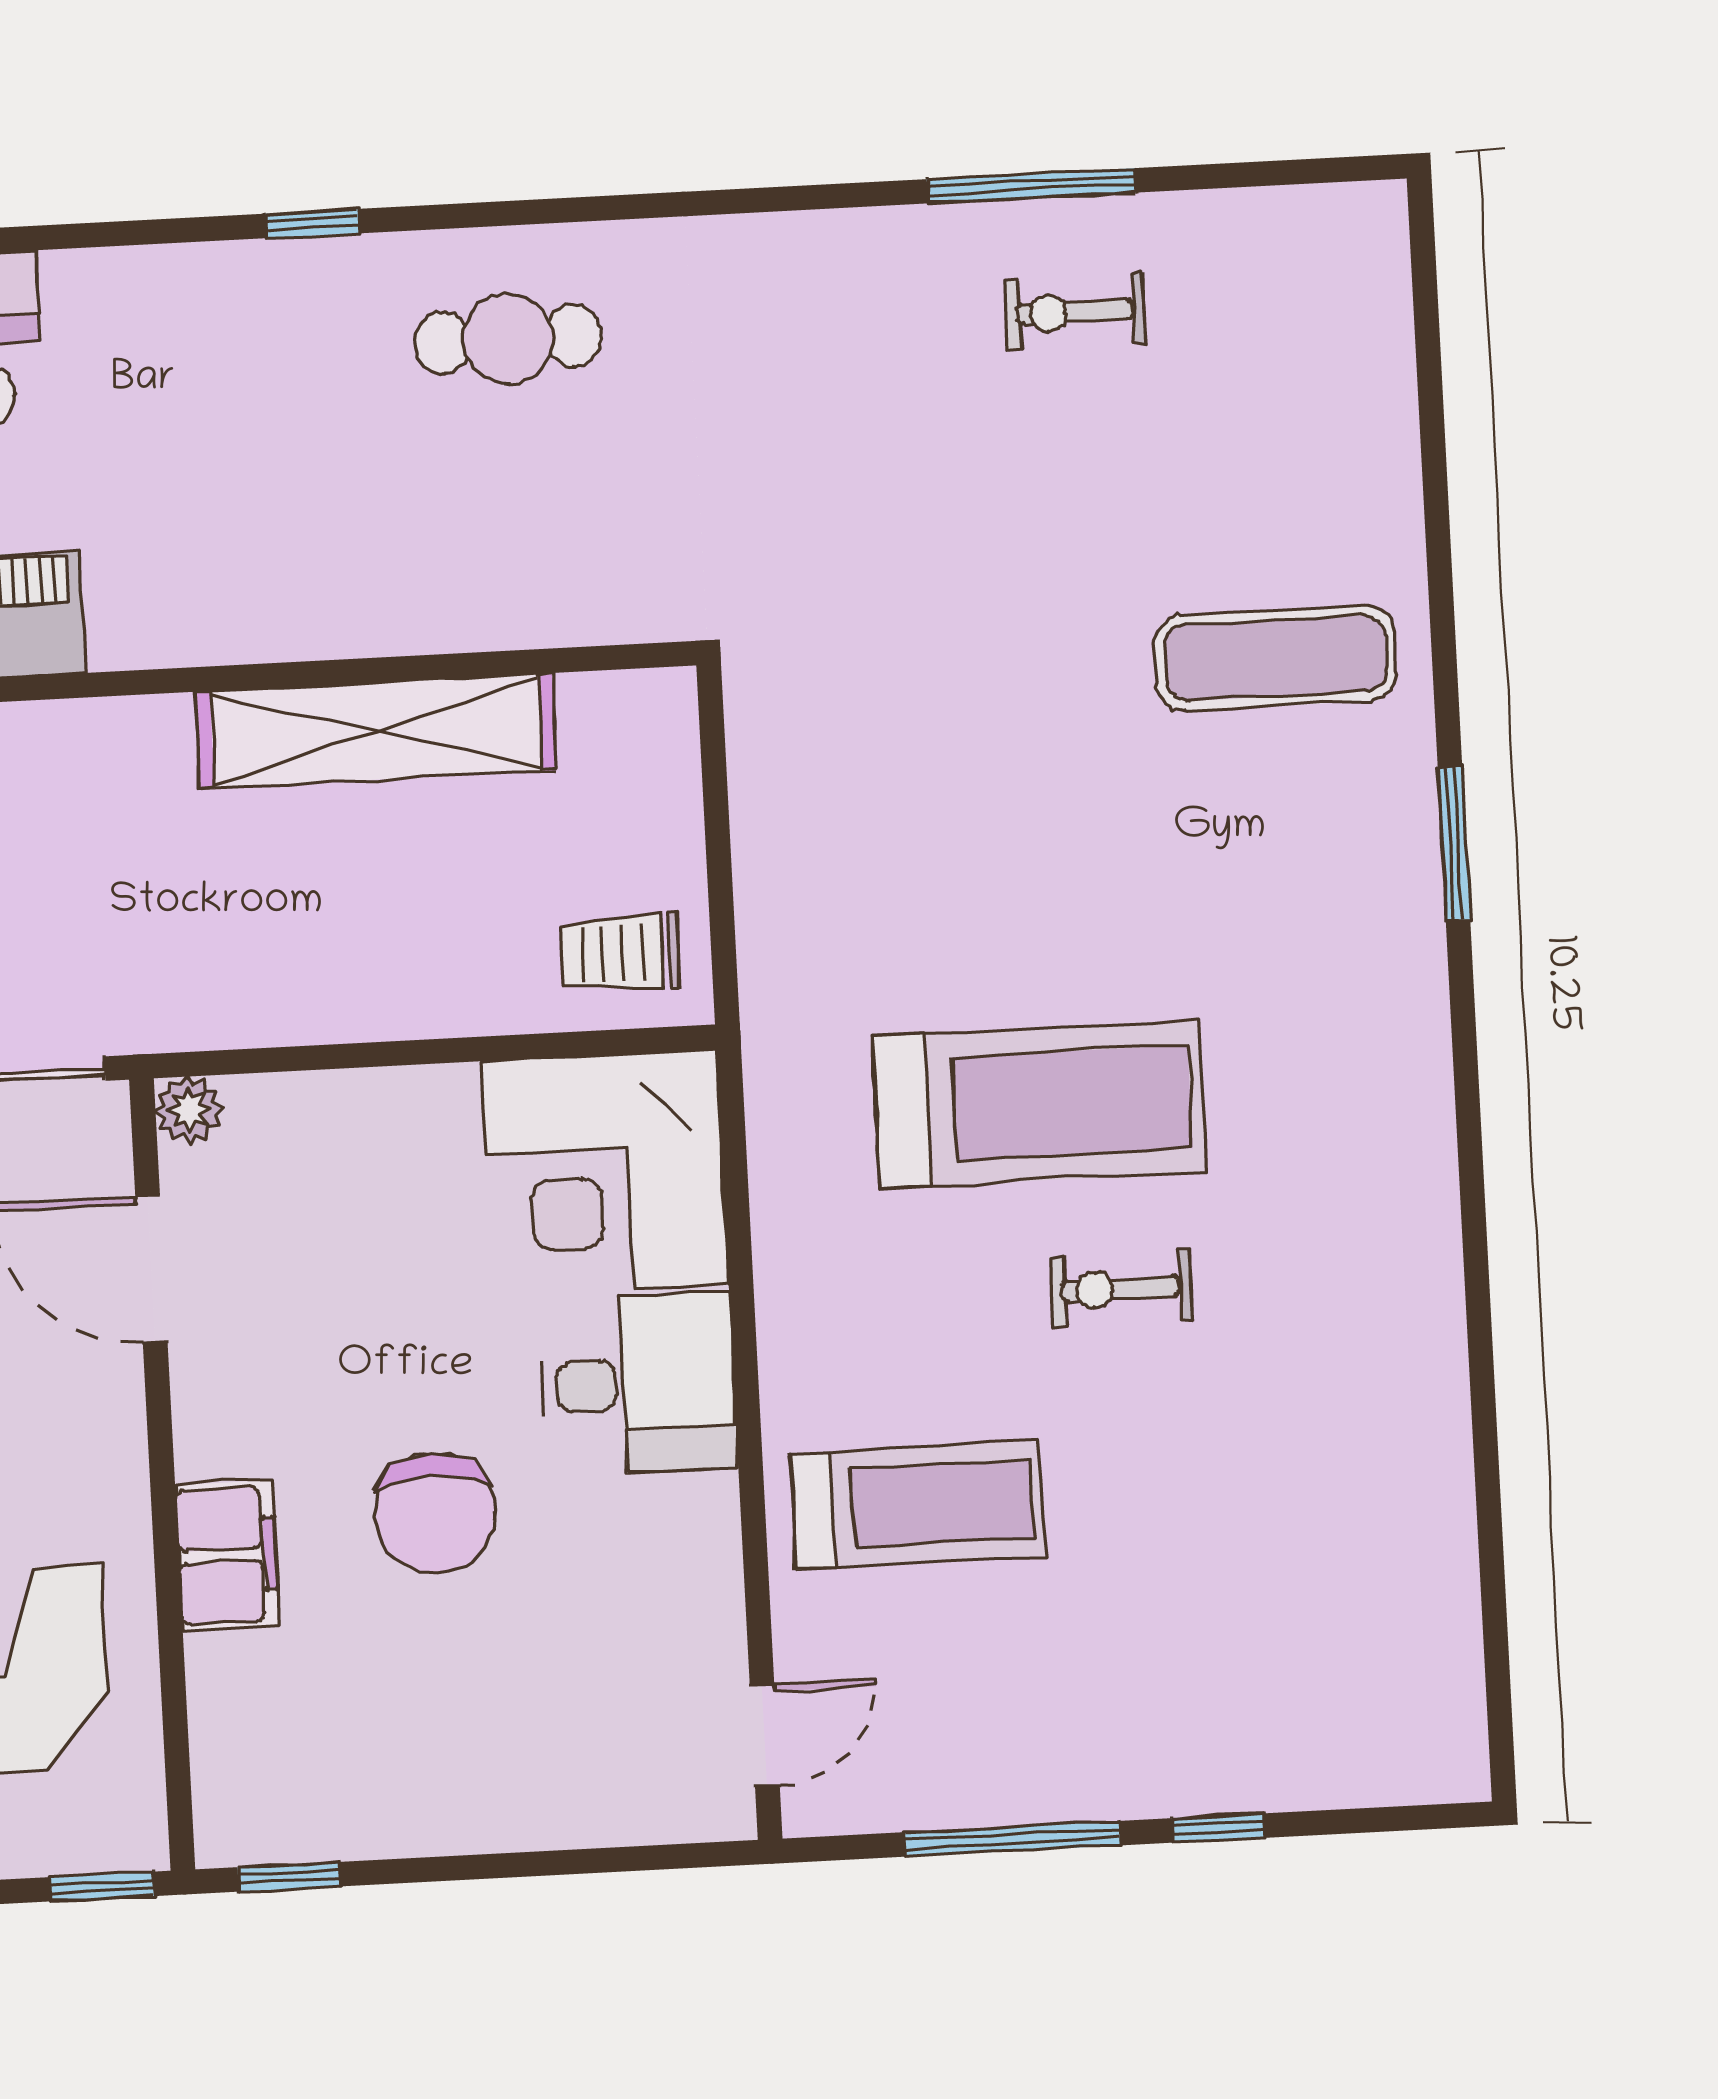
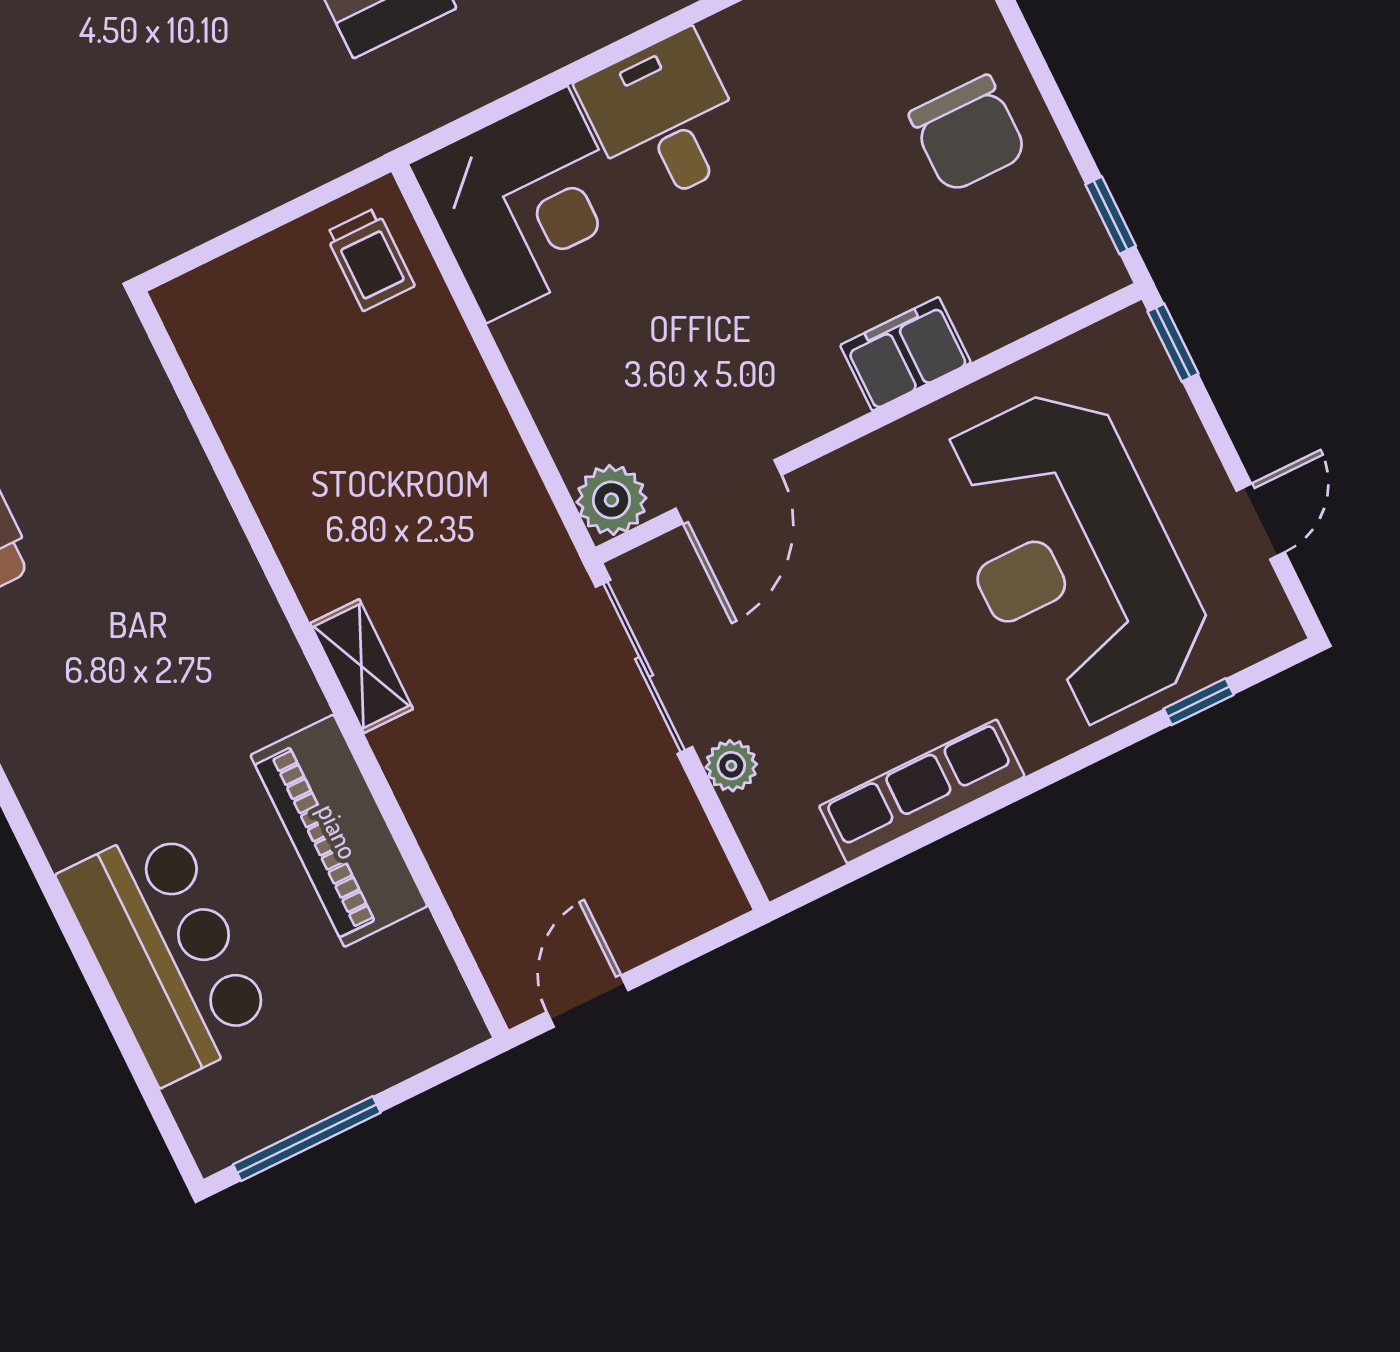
shelving: (376, 731) -> (361, 666), moved, width x0.45, depth x0.75
plant: (189, 1110) -> (611, 500), width x1.38, depth x1.38
chair: (435, 1513) -> (968, 134), moved, turned 90

